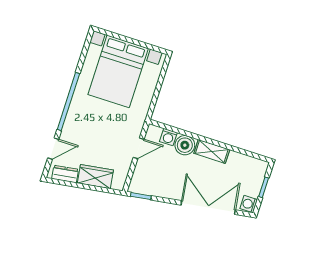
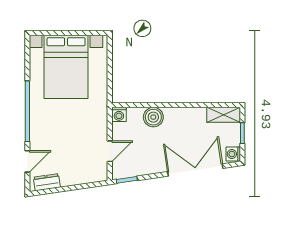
washing machine: (168, 137) -> (119, 114), moved
door: (139, 148) -> (110, 151), moved
shelving: (212, 151) -> (224, 115), moved
wardrobe: (95, 177) -> (77, 175), removed

